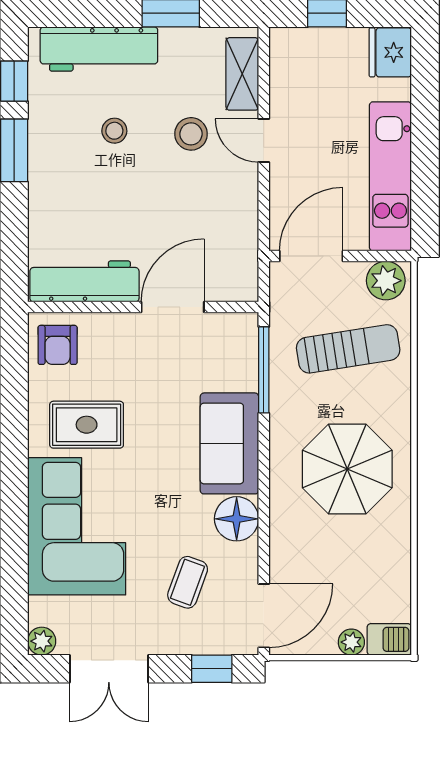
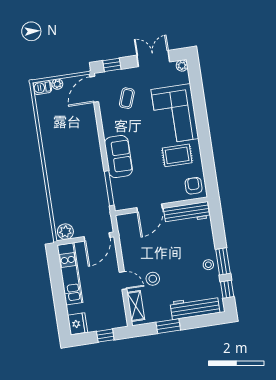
stool: (114, 131) -> (208, 265), moved
sun lounger: (348, 349) -> (76, 202), removed
parasol: (347, 469) -> (70, 153), removed
floor lamp: (237, 519) -> (111, 127), removed

